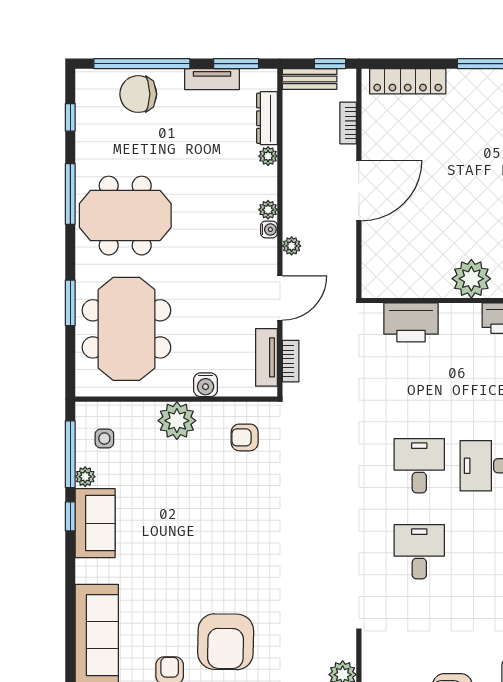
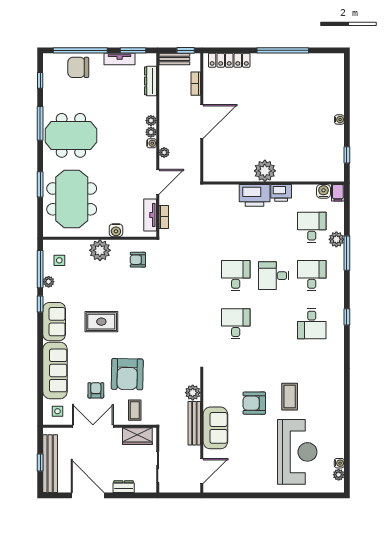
plant: (268, 156) -> (151, 121), moved
printer: (411, 322) -> (255, 195), moved
sofa: (95, 523) -> (54, 322), moved
rug: (179, 548) -> (101, 322), added

